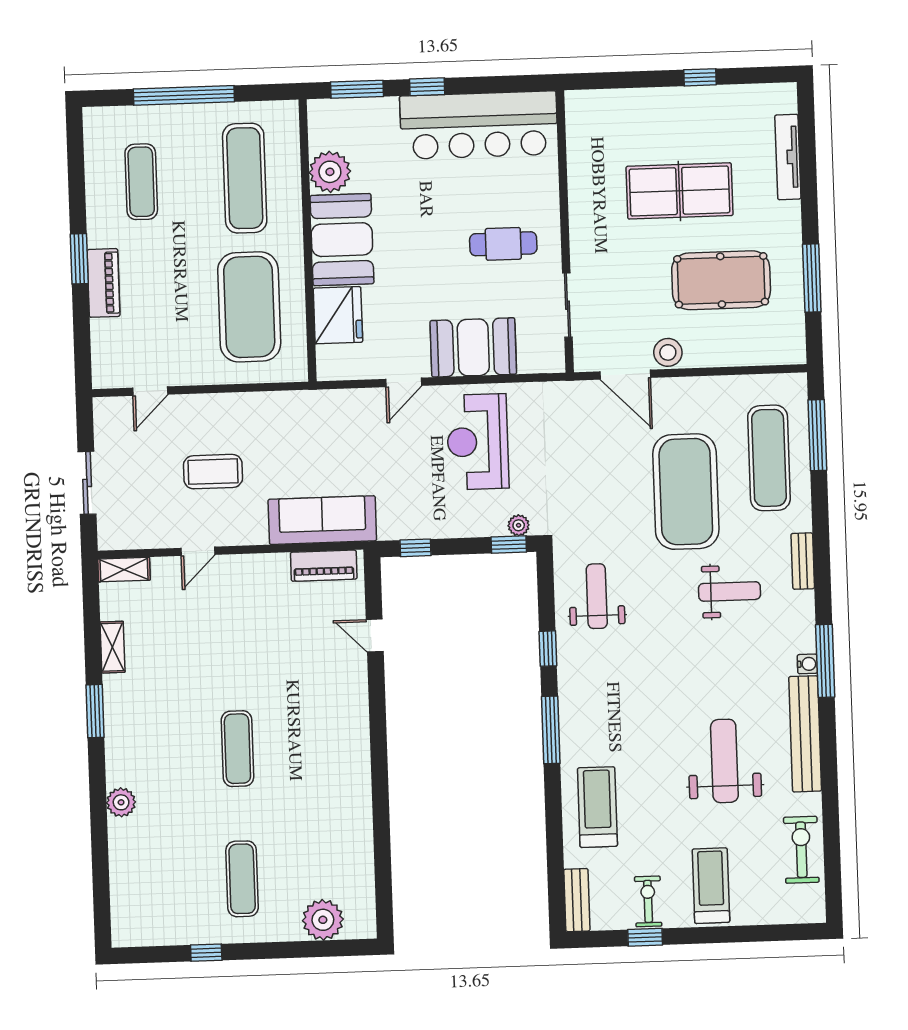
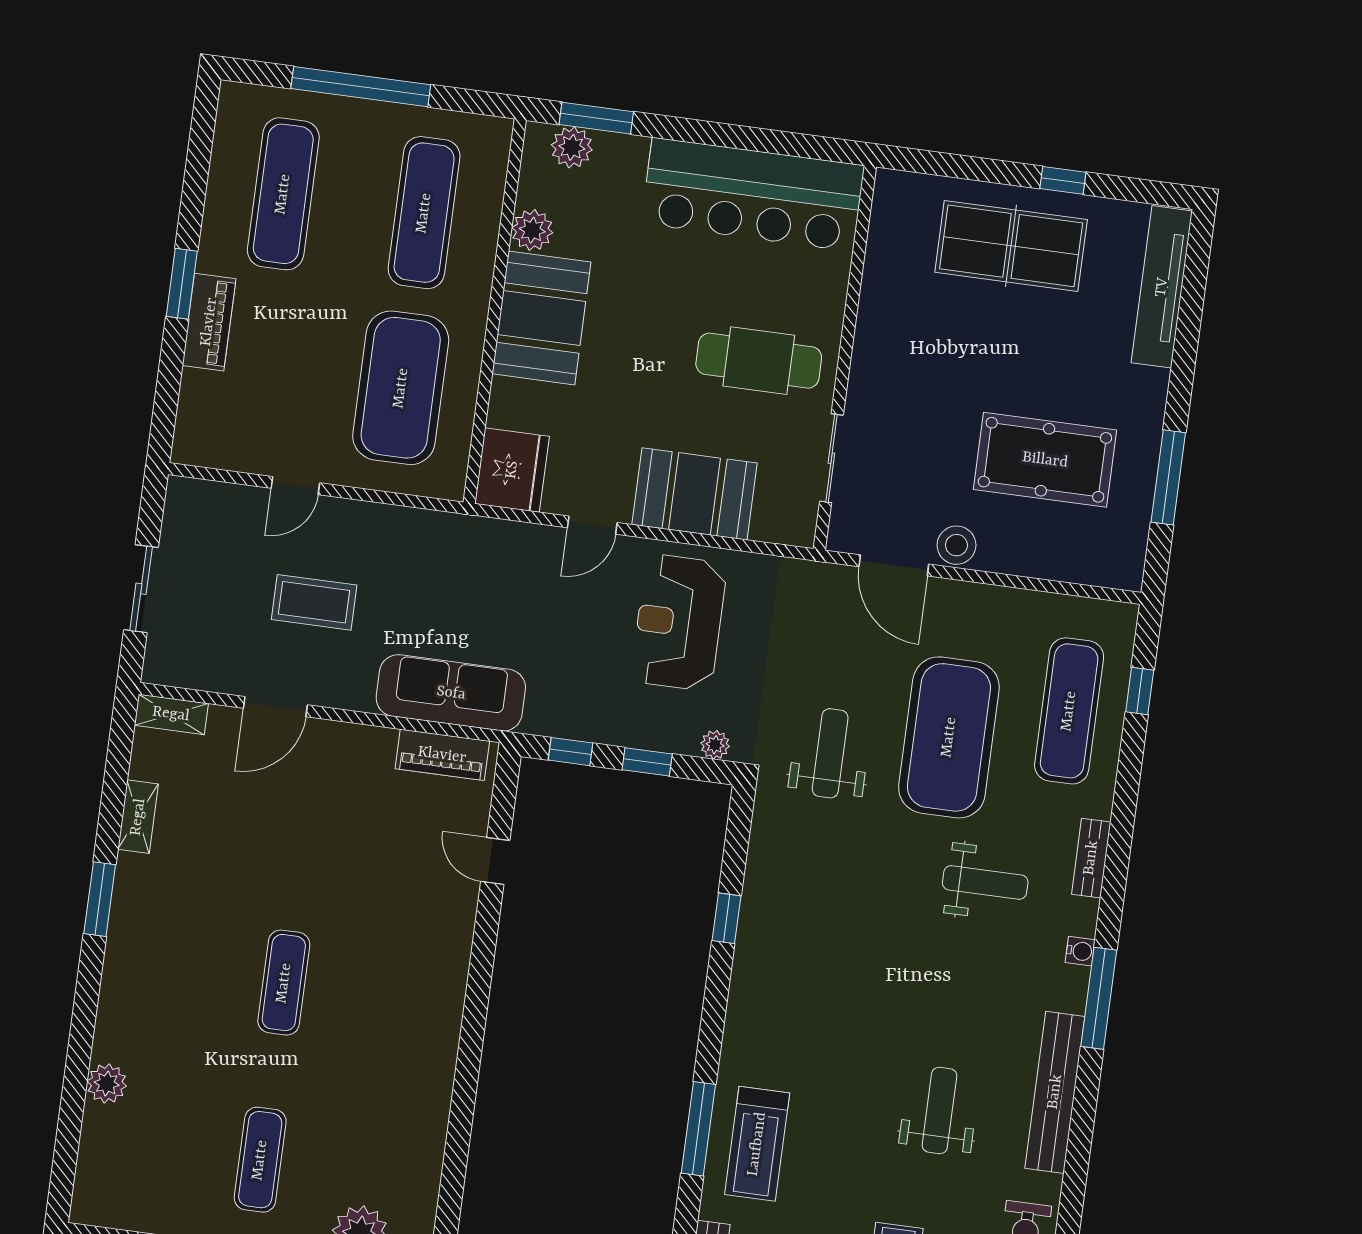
window: (427, 87) -> (692, 131), removed
plant: (343, 113) -> (572, 147), added
tv unit: (788, 157) -> (1162, 287), width x1.36, depth x1.29
plant: (330, 172) -> (532, 230), width x0.73, depth x0.73
exercise mat: (141, 182) -> (283, 194), width x1.36, depth x1.45
table tennis table: (679, 191) -> (1011, 246), moved
cafe table: (503, 244) -> (759, 361), width x1.37, depth x1.35
fridge: (338, 315) -> (512, 470), moved
door: (150, 391) -> (295, 486), moved
window: (817, 435) -> (1140, 691), width x0.46
window: (509, 545) -> (647, 762), moved
door: (198, 551) -> (275, 707), width x1.38
weight bench: (597, 596) -> (830, 753), moved
water cooler: (807, 664) -> (1080, 951), moved
window: (551, 730) -> (698, 1129), moved
weight bench: (724, 761) -> (939, 1111), width x0.73, depth x0.75
plant: (121, 802) -> (107, 1084), moved
treadmill: (597, 807) -> (757, 1144), turned 180

